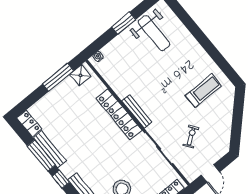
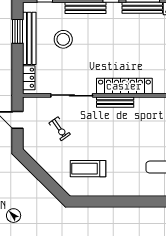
treadmill: (203, 91) -> (88, 169), turned 90

